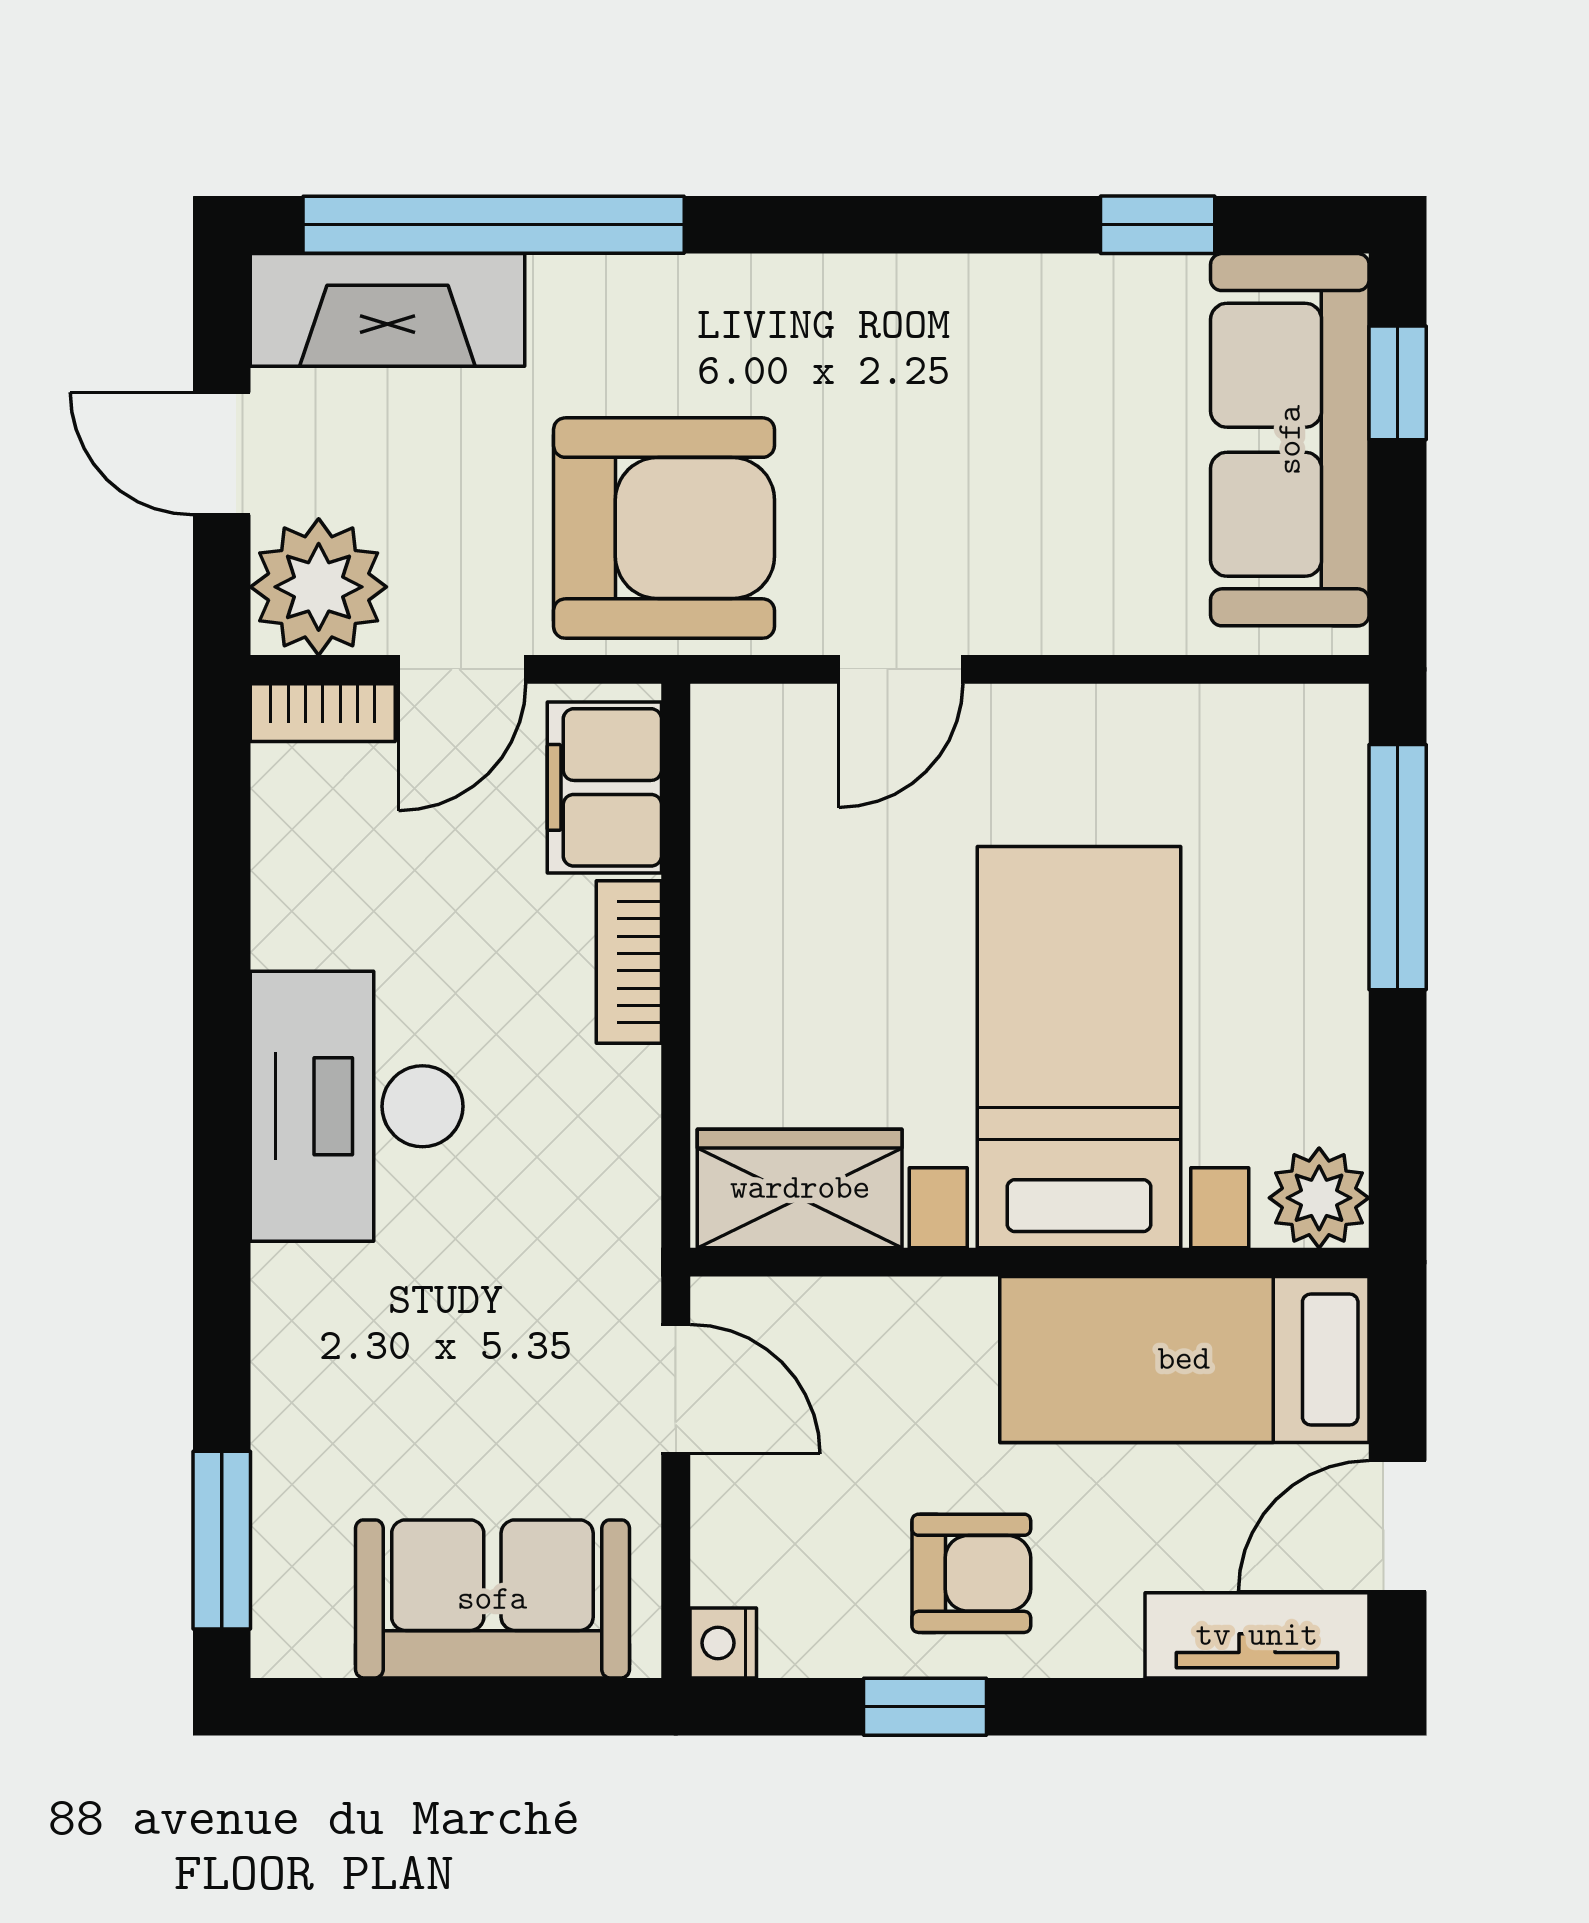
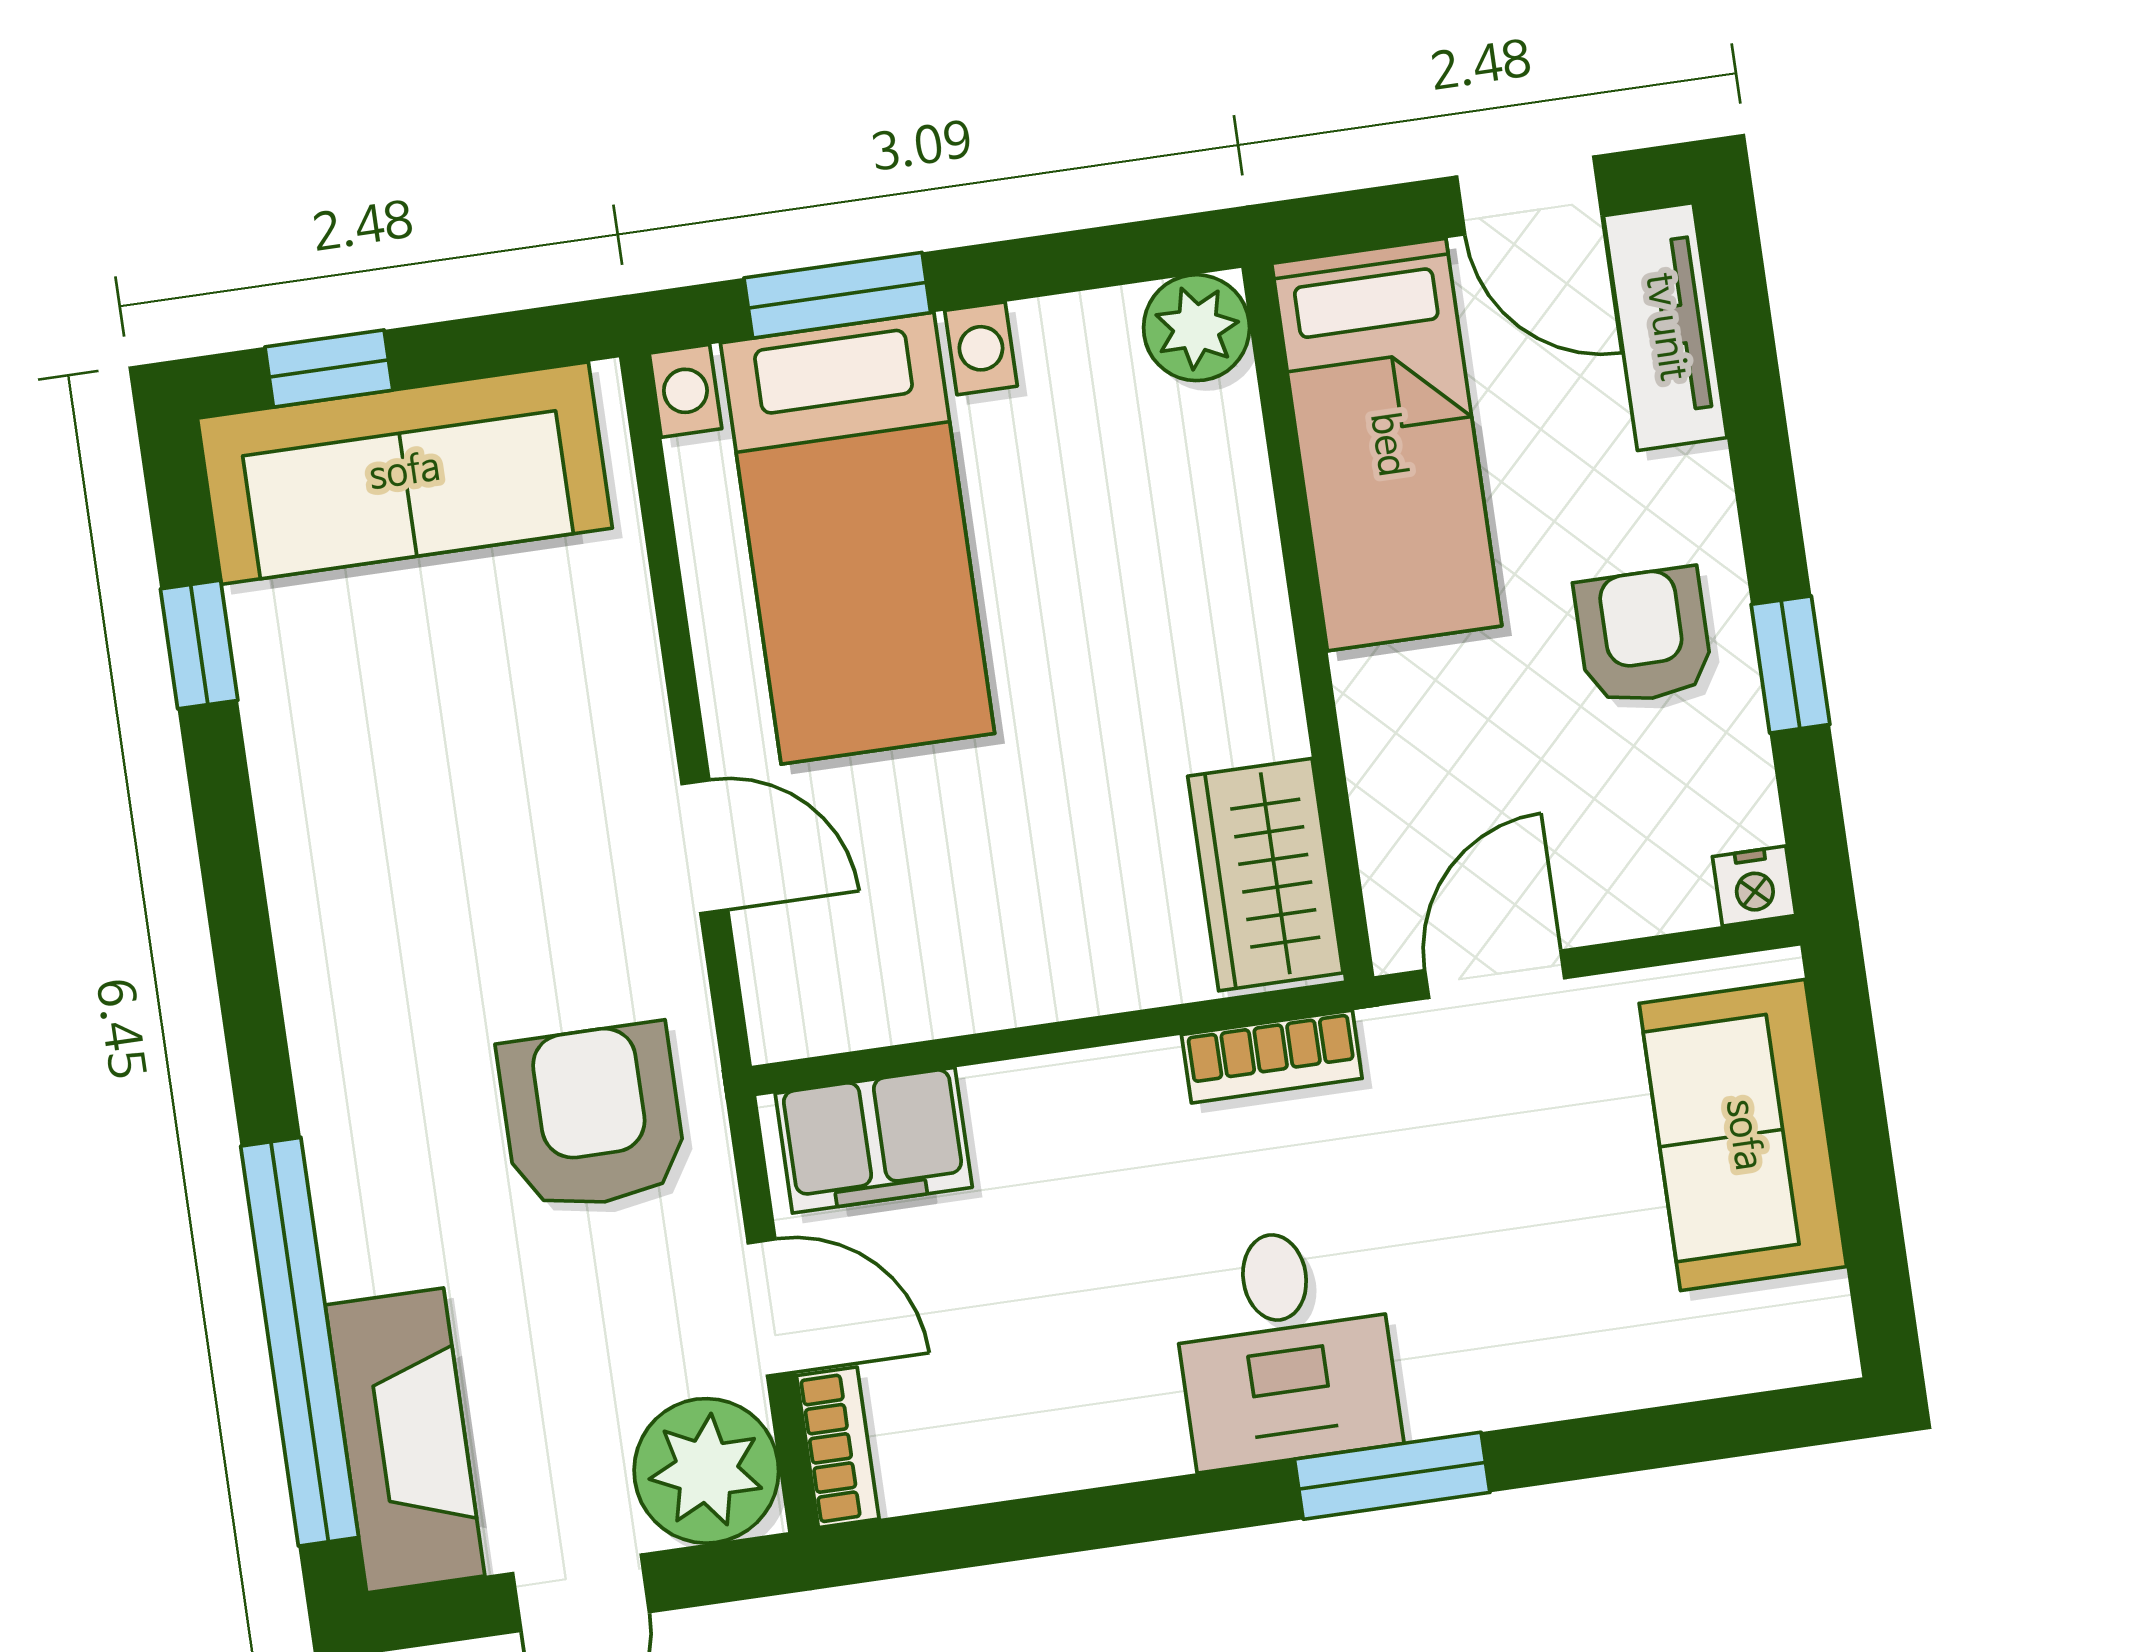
armchair: (664, 528) -> (592, 1117), width x0.73, depth x0.73
window: (1398, 867) -> (837, 295), width x0.69
bookcase: (629, 962) -> (1272, 1057), moved
bed with nightstands: (1079, 1047) -> (857, 538), moved, turned -90
desk: (357, 1106) -> (1285, 1347), width x0.73
window: (222, 1540) -> (1392, 1476), moved

